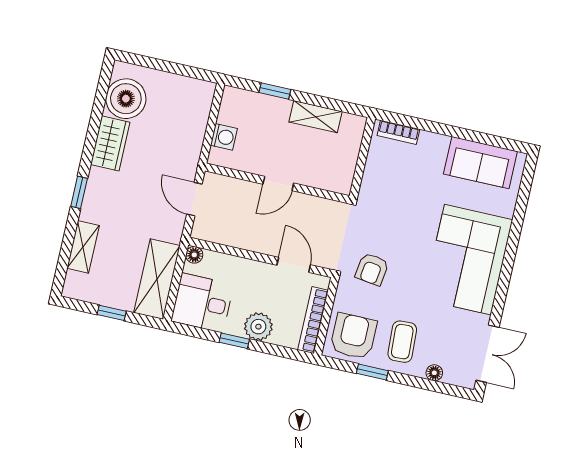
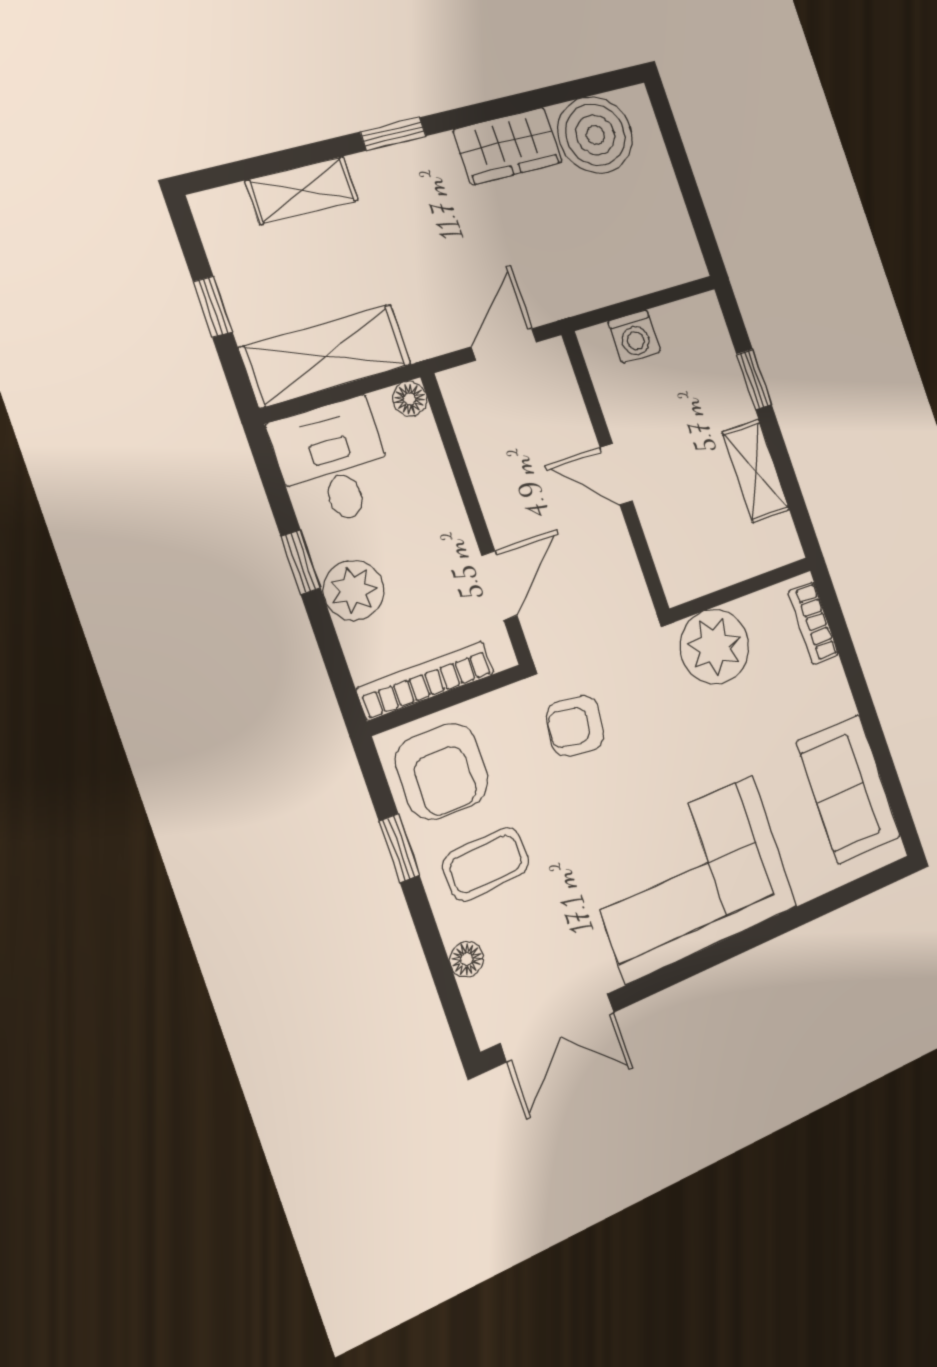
plant: (379, 186) -> (715, 646), added
armchair: (353, 336) -> (442, 771), turned 90

